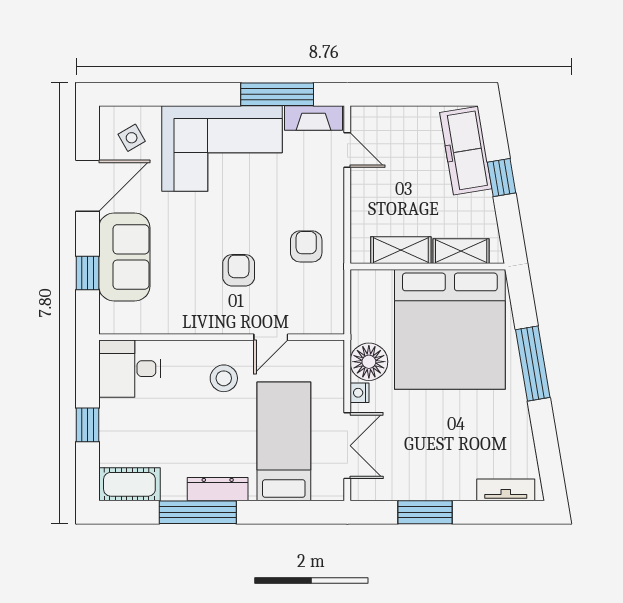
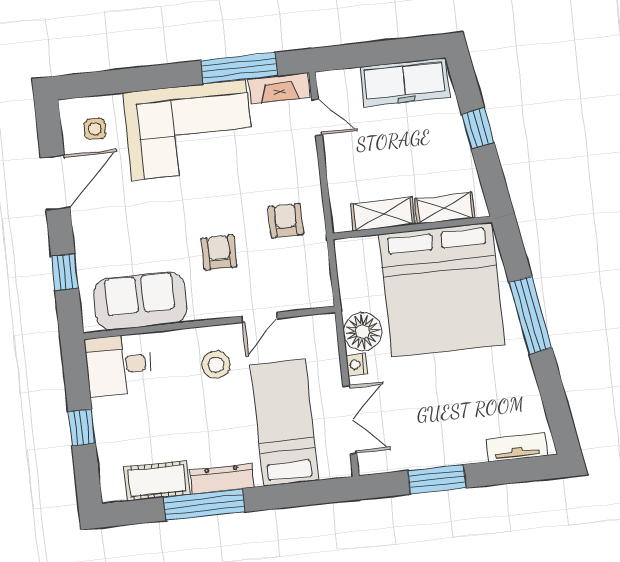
side table: (132, 138) -> (95, 129), turned 33
freezer: (466, 151) -> (404, 82), moved, turned -80
sofa: (124, 257) -> (140, 301), moved, turned -90
cot: (129, 484) -> (157, 481), moved

